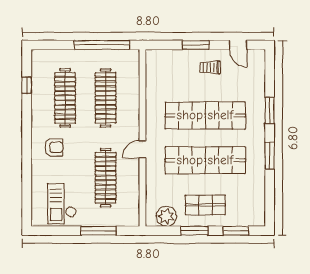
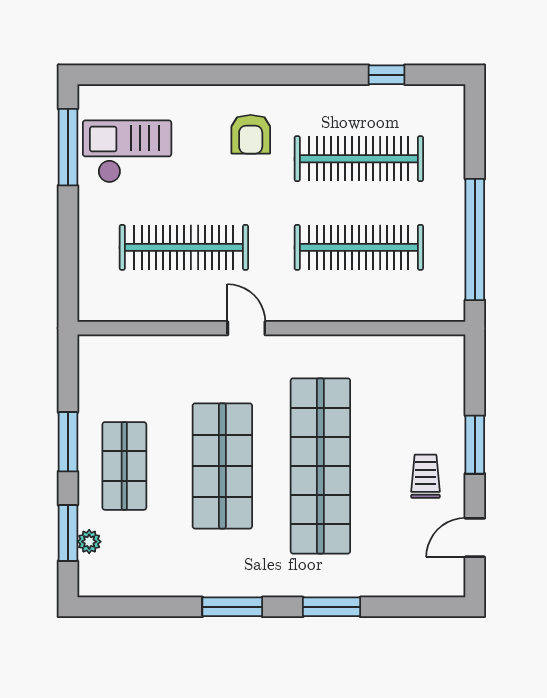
shop shelf: (205, 160) -> (222, 466), width x0.71
plant: (166, 216) -> (89, 542), moved, width x0.53, depth x0.53
window: (98, 231) -> (68, 147), moved

